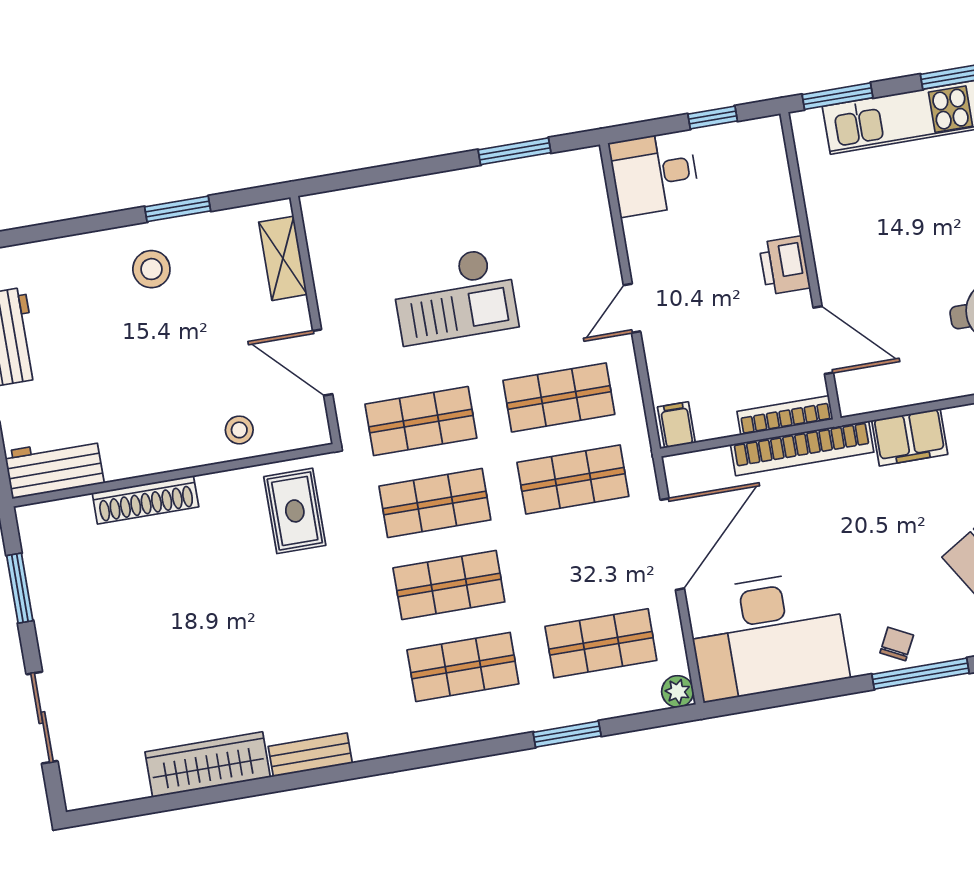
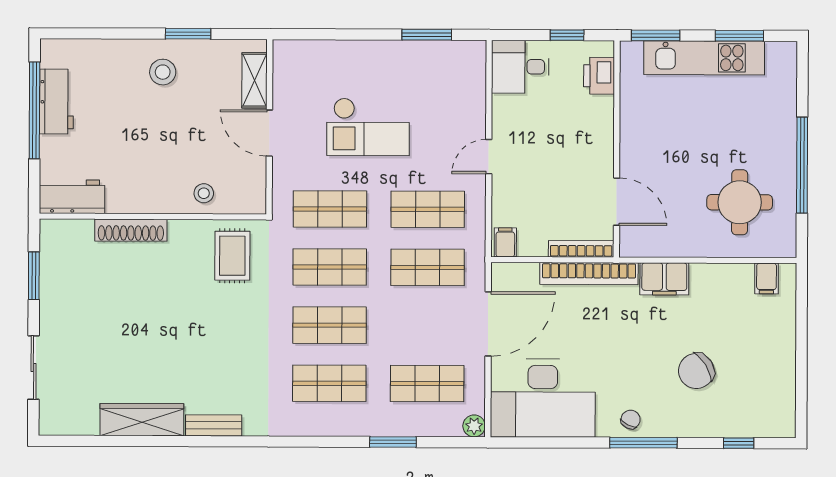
printer: (784, 265) -> (599, 76), moved
door: (323, 362) -> (269, 133), moved

